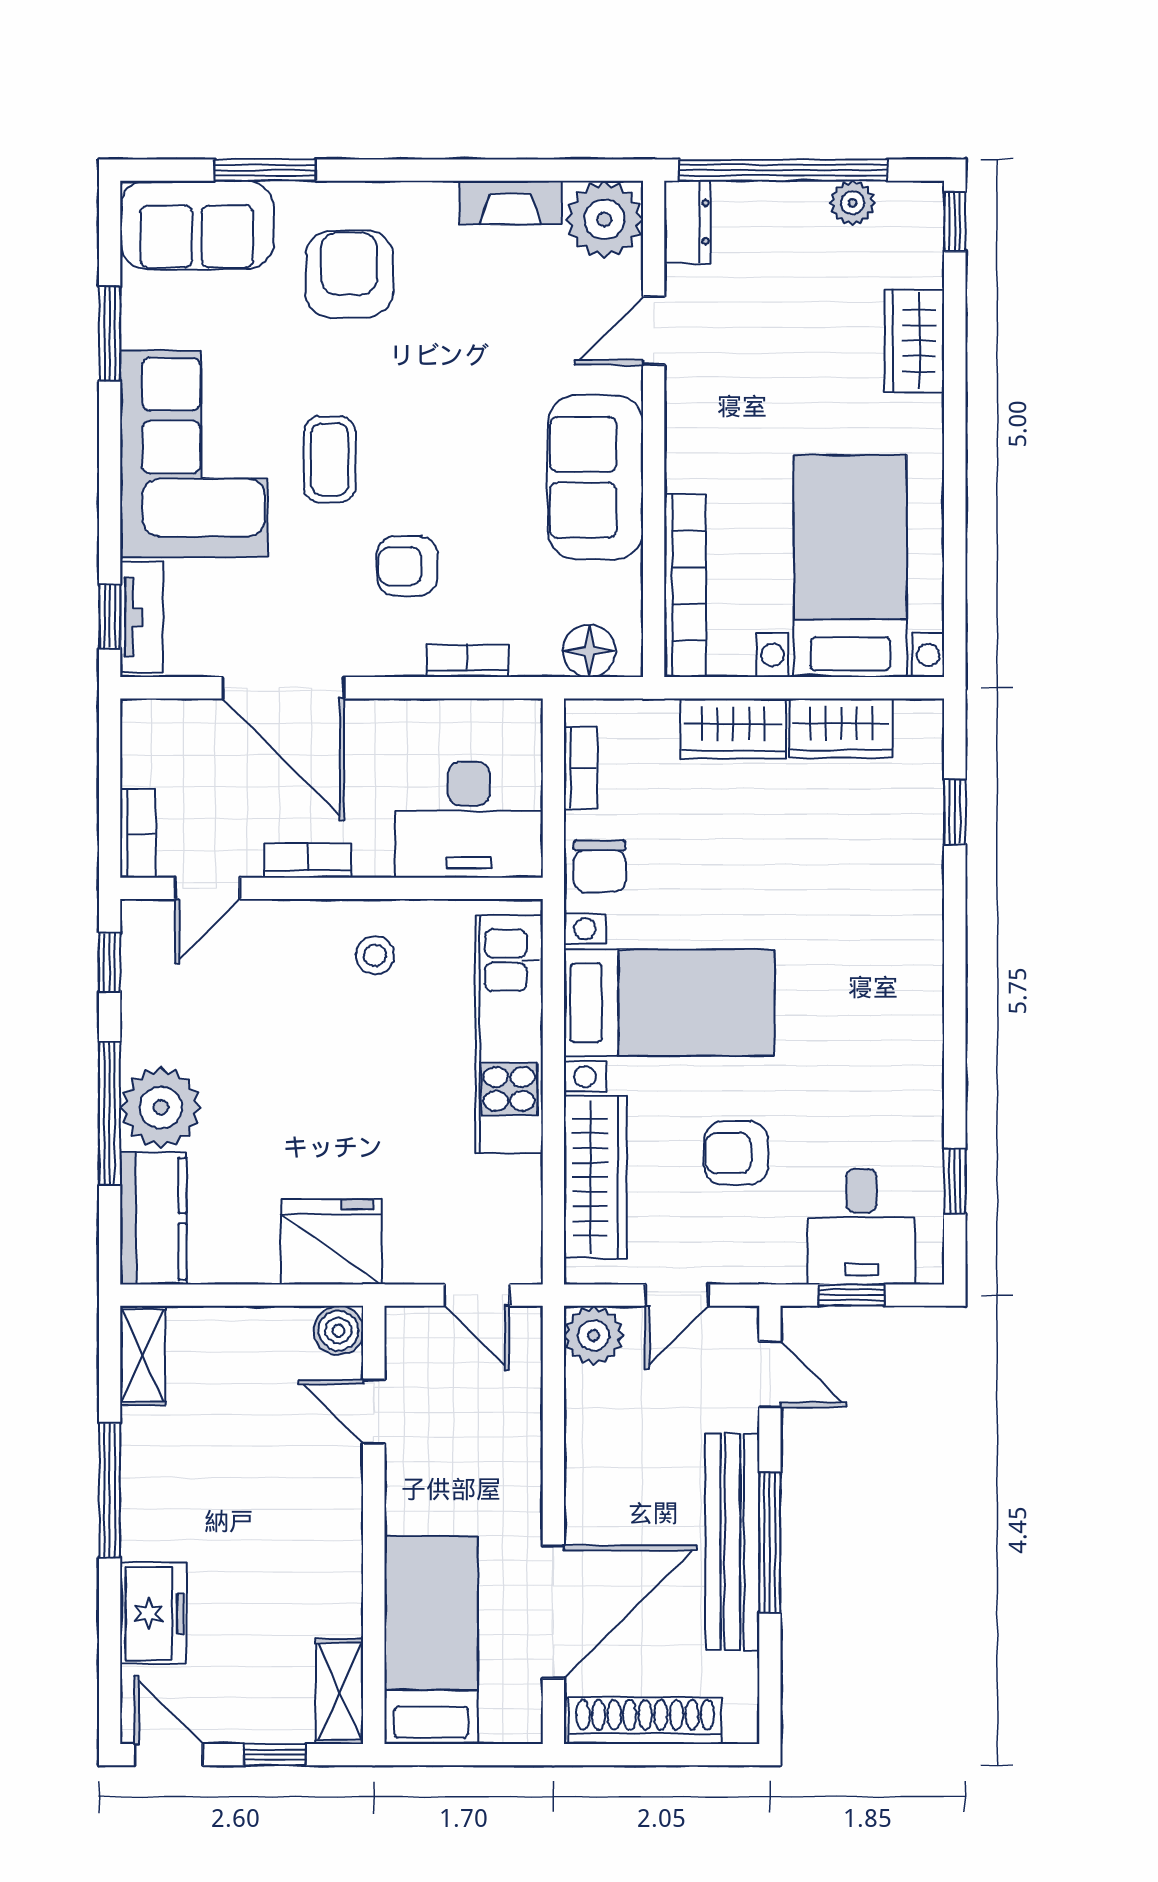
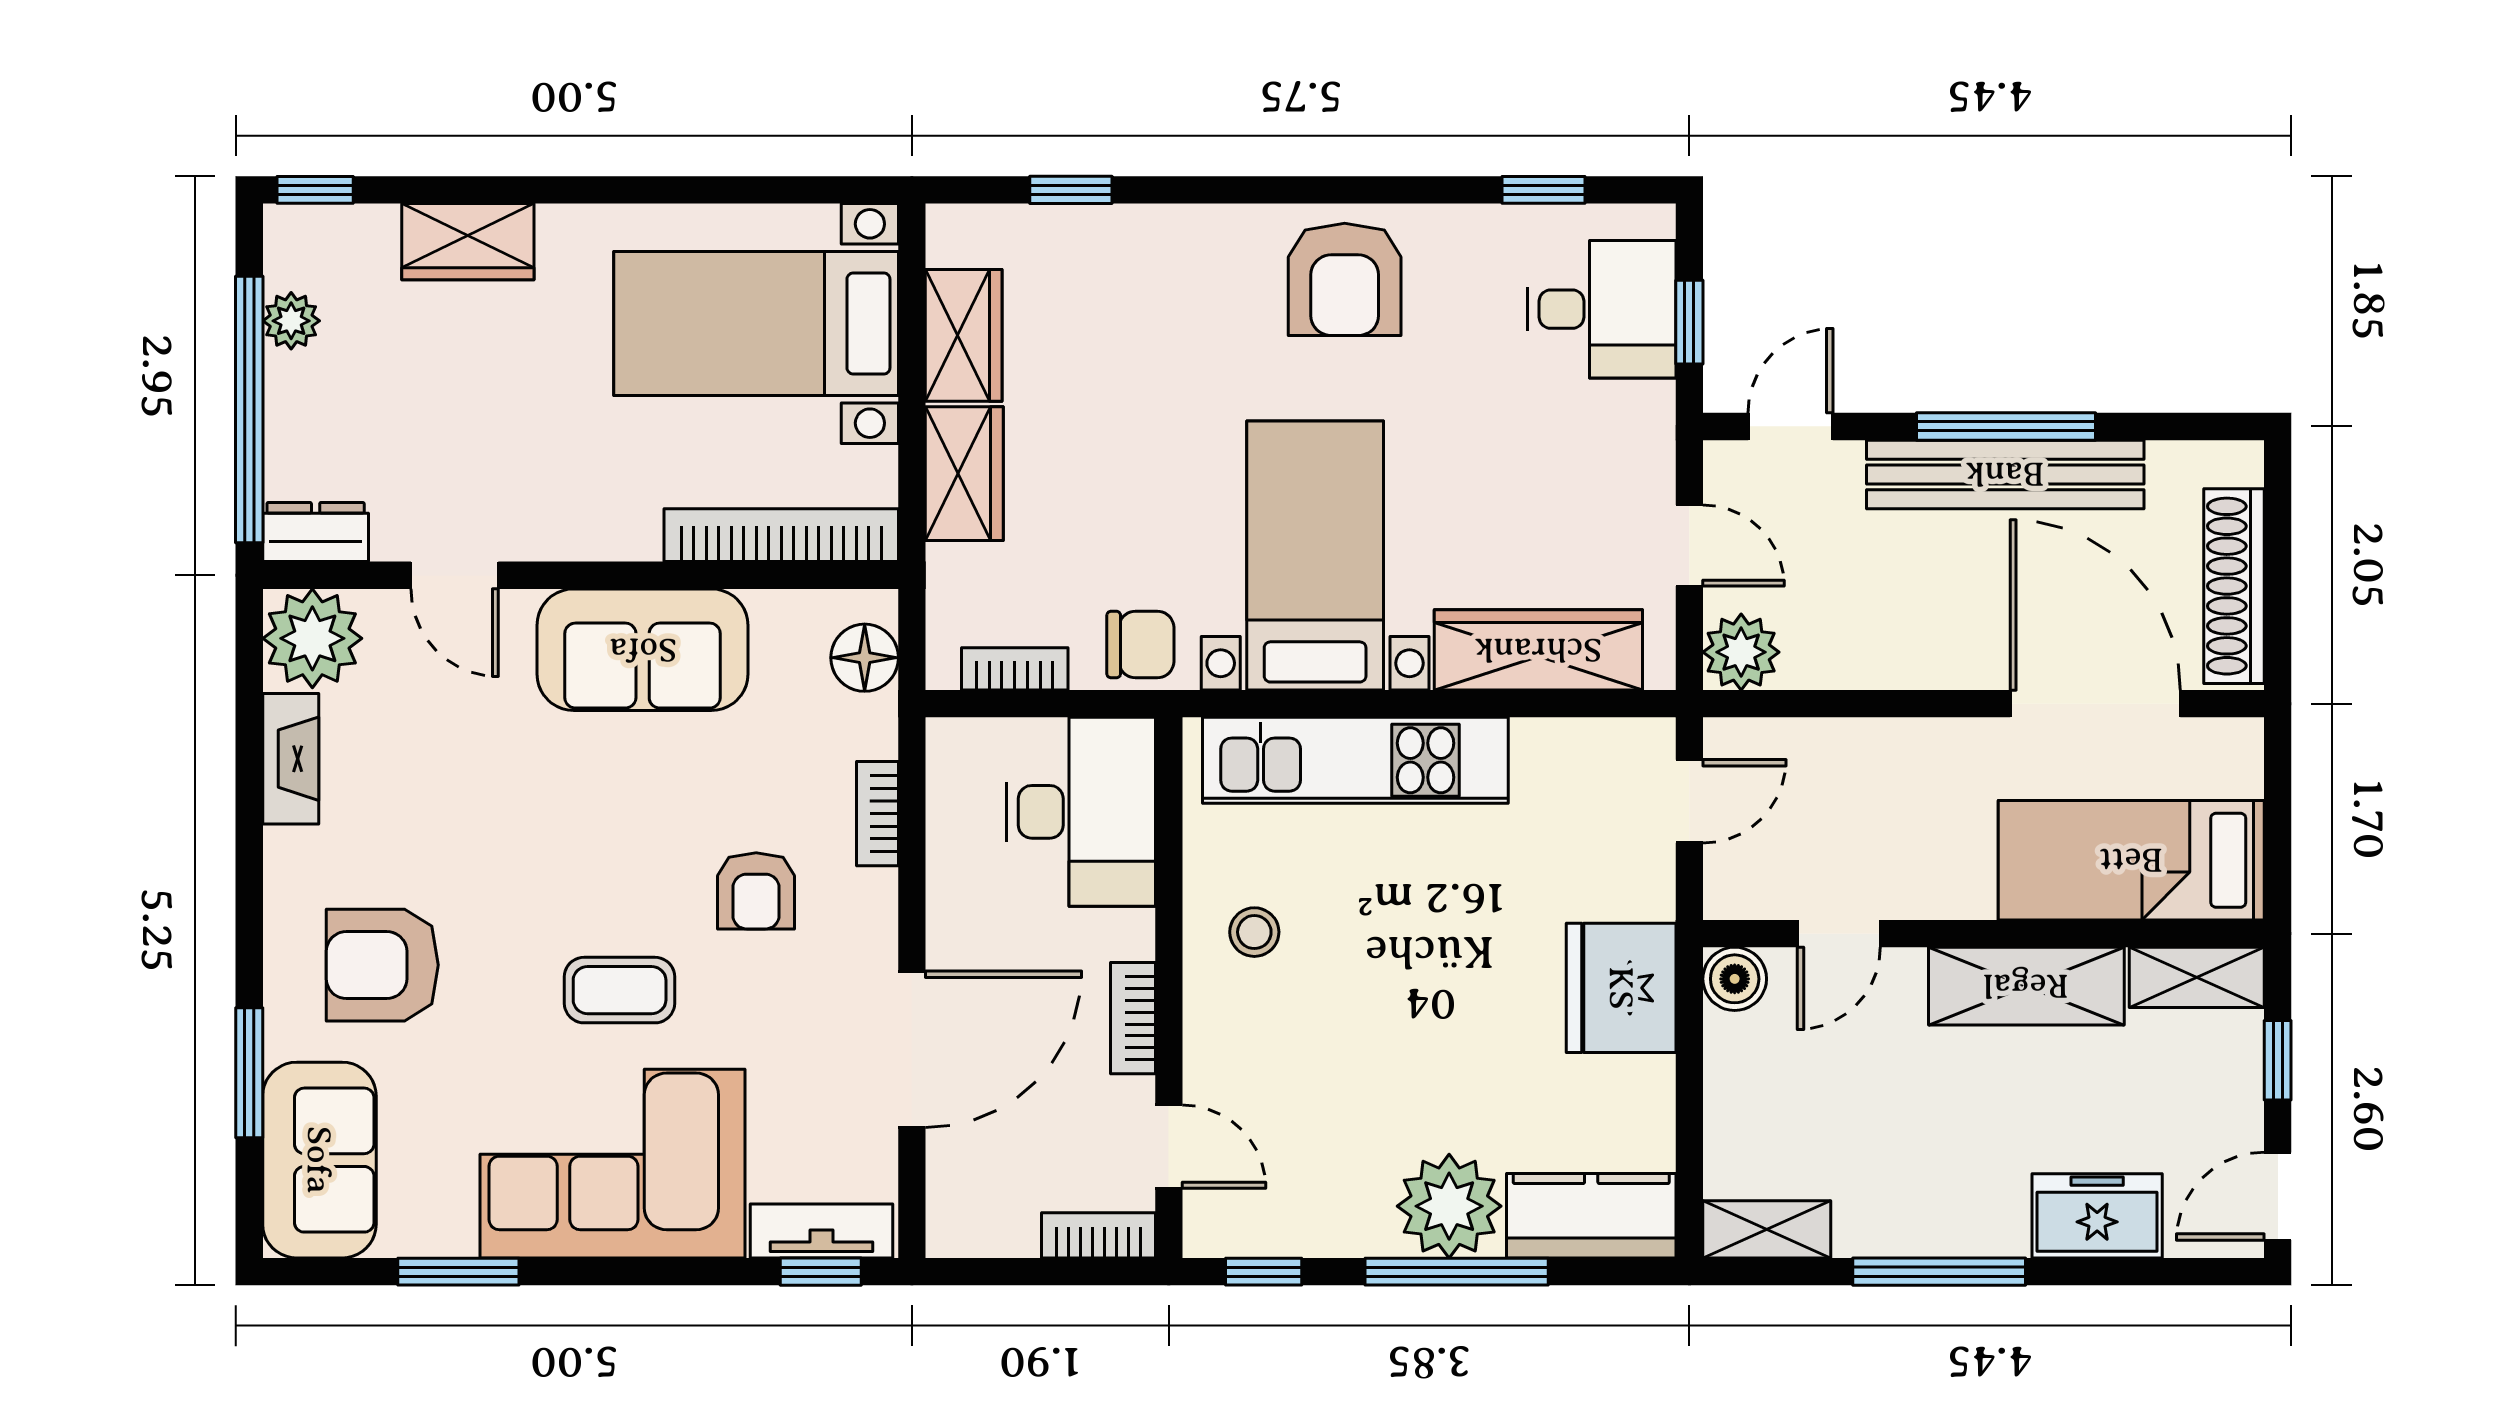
armchair: (736, 1153) -> (1345, 279), moved, width x1.38, depth x1.38
shelving: (333, 1558) -> (2026, 986), added

